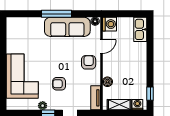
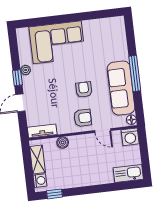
armchair: (59, 84) -> (84, 90), moved

